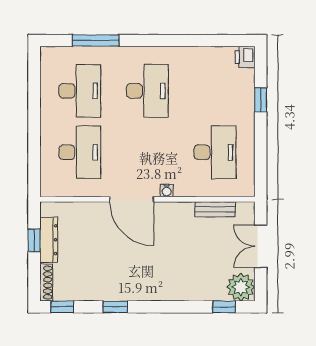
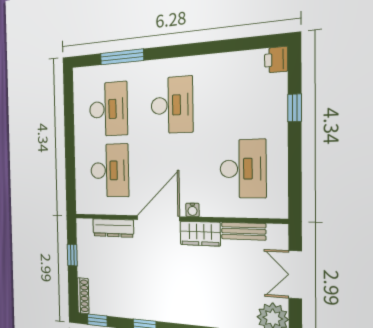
door: (132, 199) -> (158, 218), swing flipped
wardrobe: (174, 213) -> (200, 234), added
dresser: (49, 240) -> (113, 228), moved, turned 90

